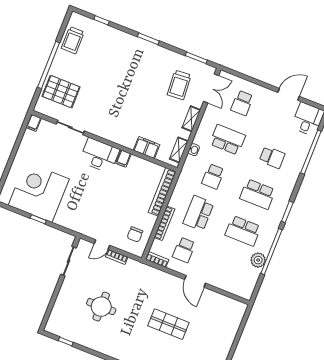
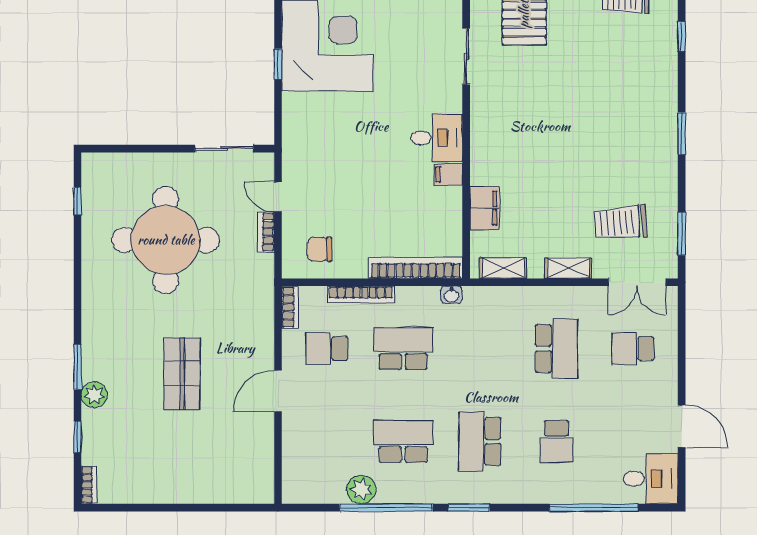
washbasin: (194, 150) -> (451, 295), moved
desk: (99, 155) -> (437, 138), width x0.73
school desk: (213, 176) -> (480, 349), removed
school desk: (243, 231) -> (403, 441), turned 90
round table: (101, 307) -> (166, 240), width x1.86, depth x1.86

